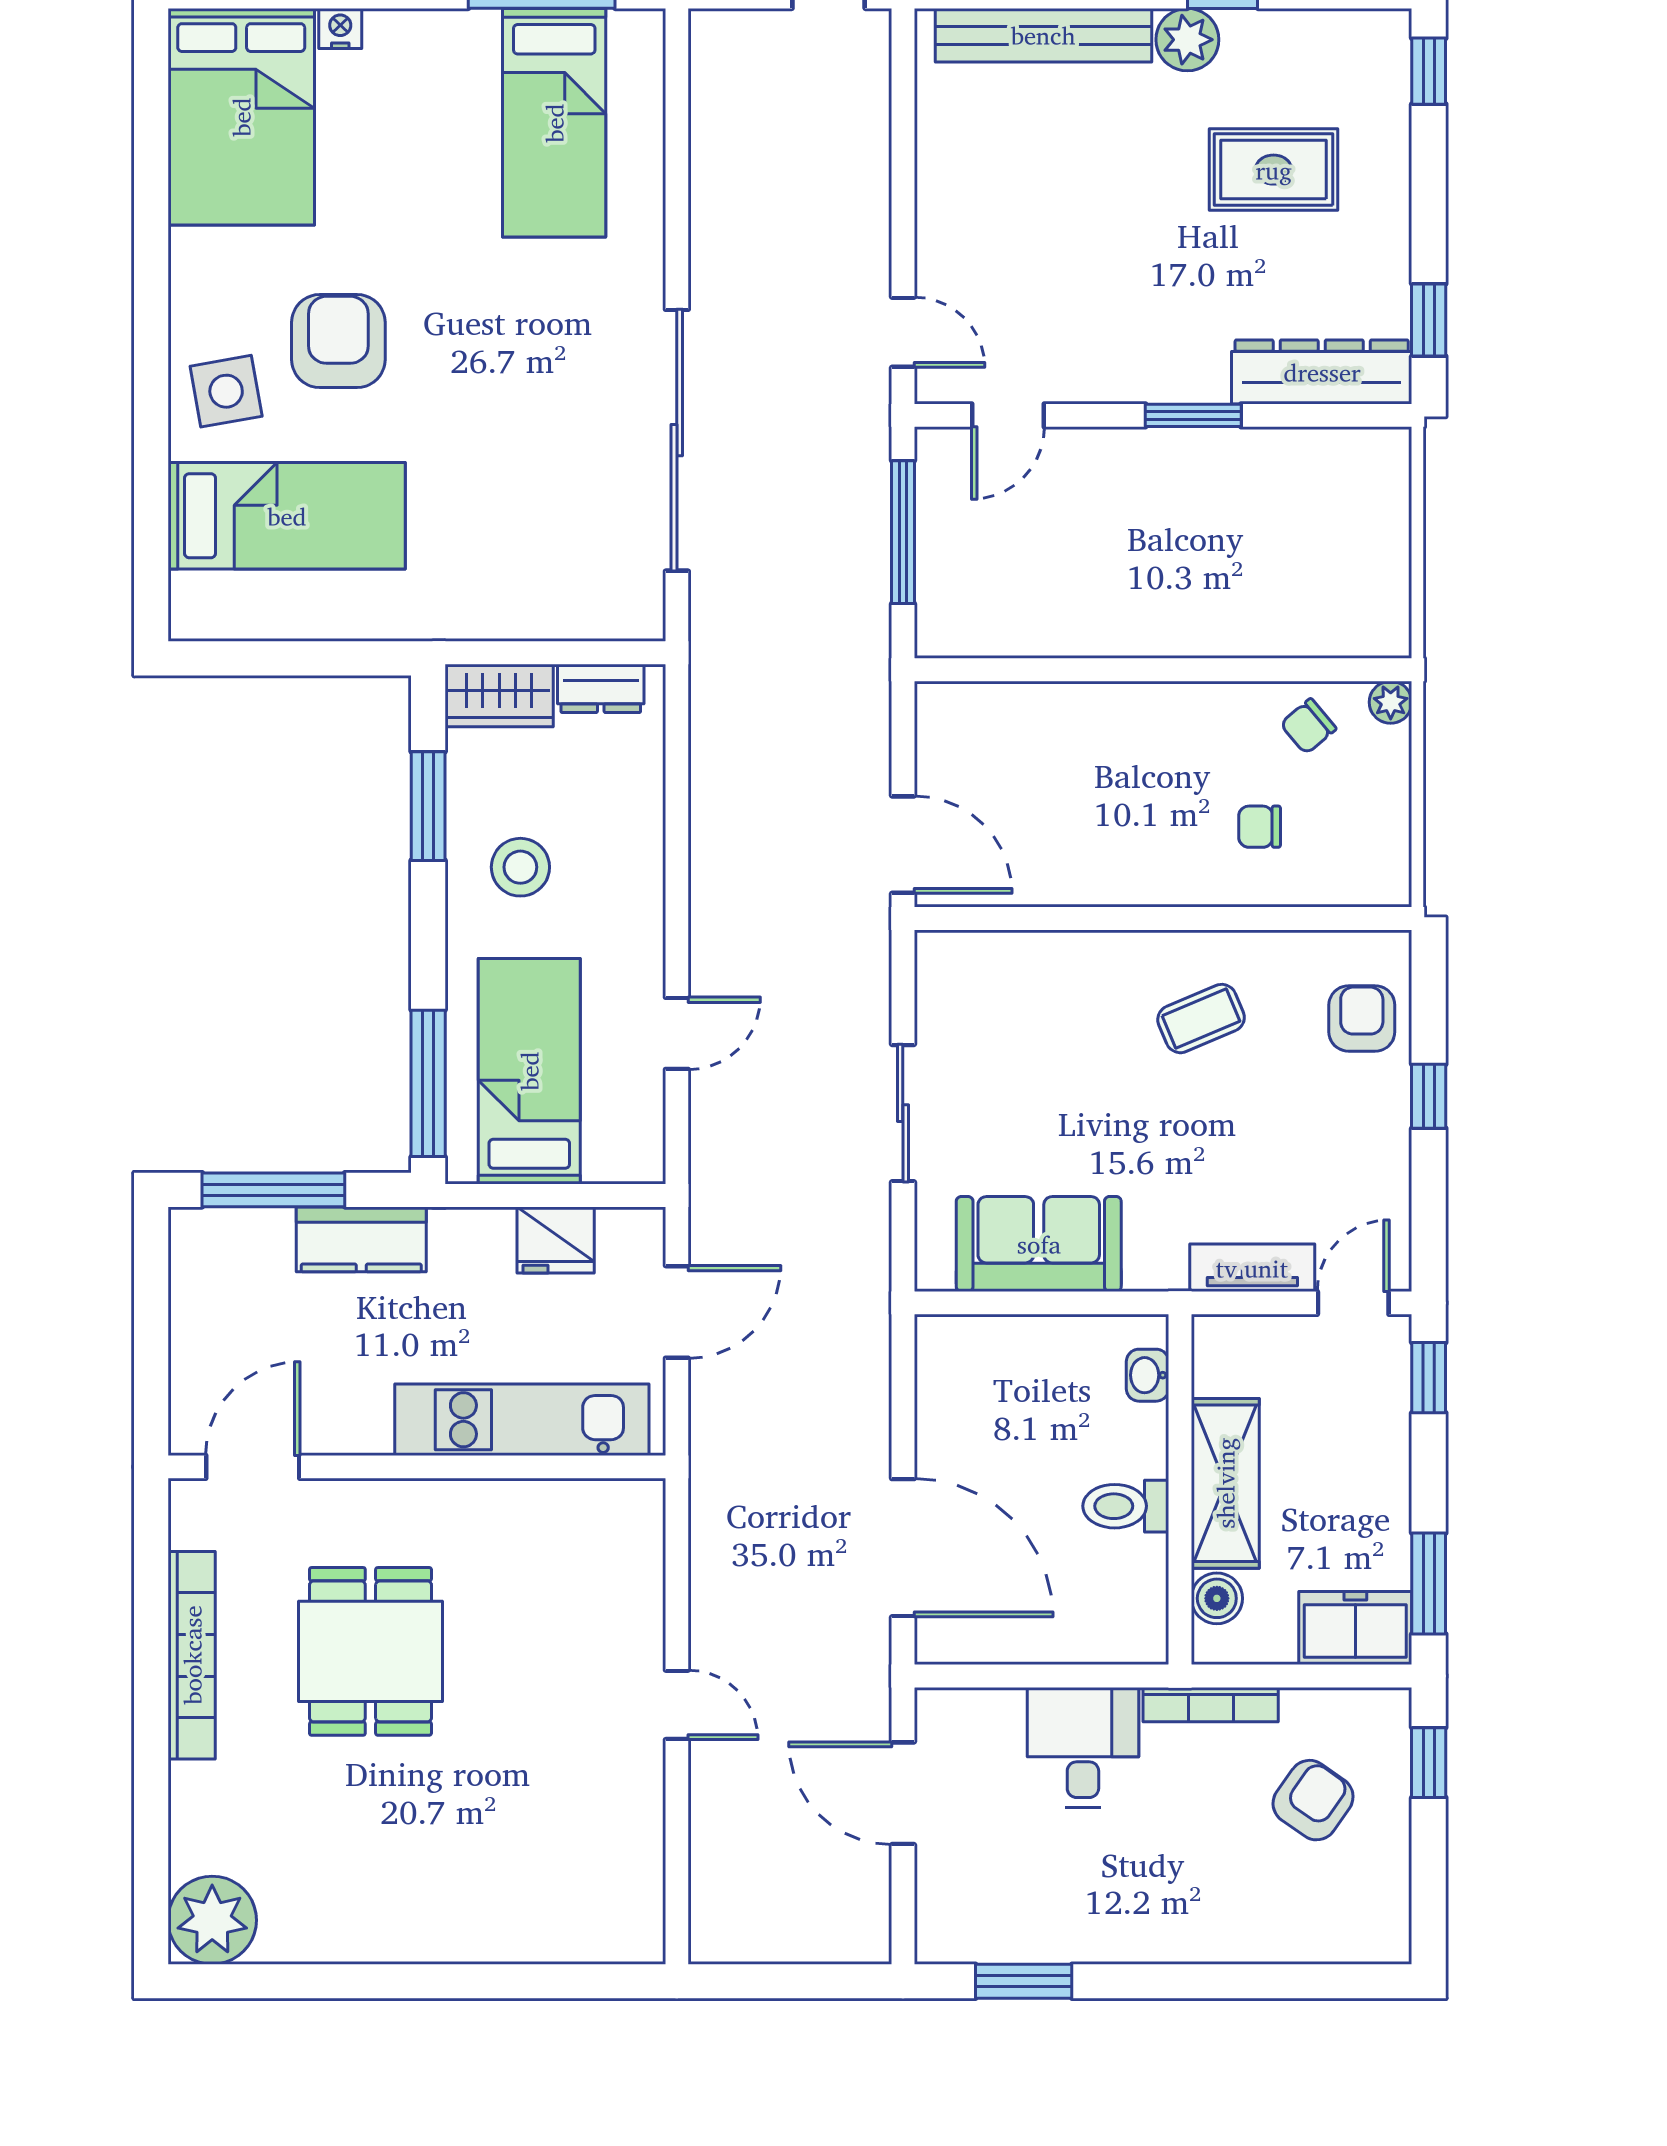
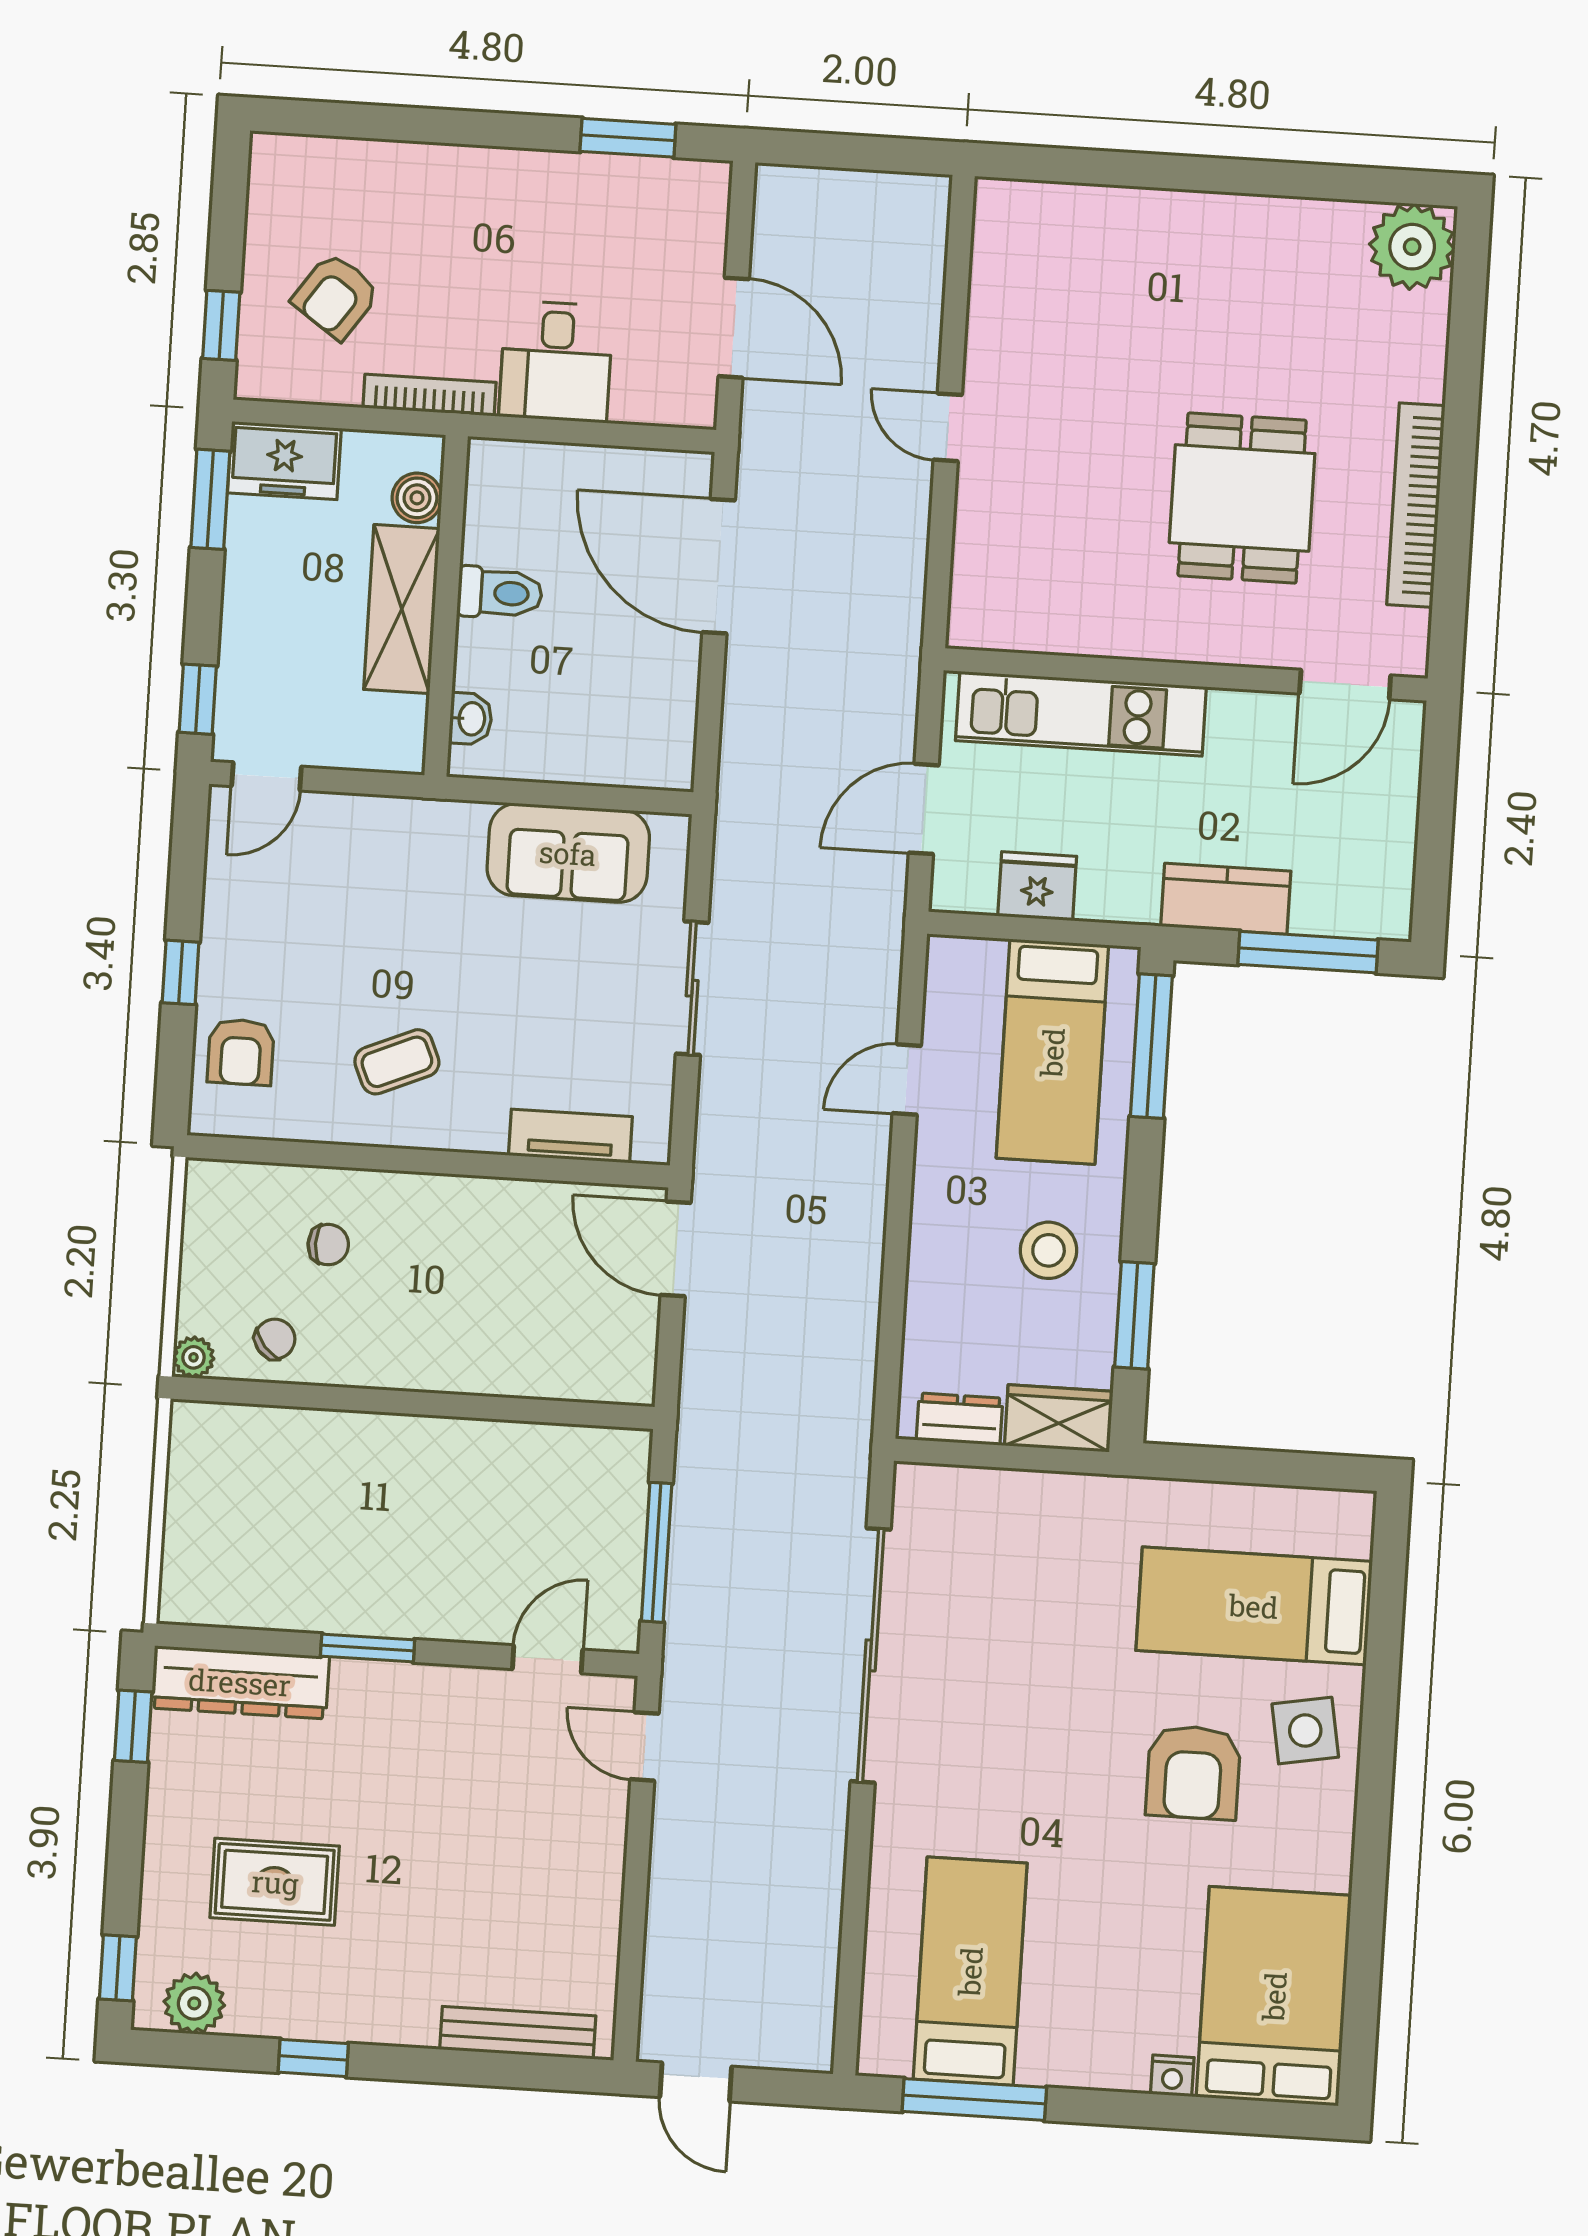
bench: (1043, 35) -> (518, 2033), width x0.73, depth x0.82
plant: (1187, 40) -> (194, 2003), moved
tv unit: (1252, 1268) -> (570, 1136), moved, turned 180

